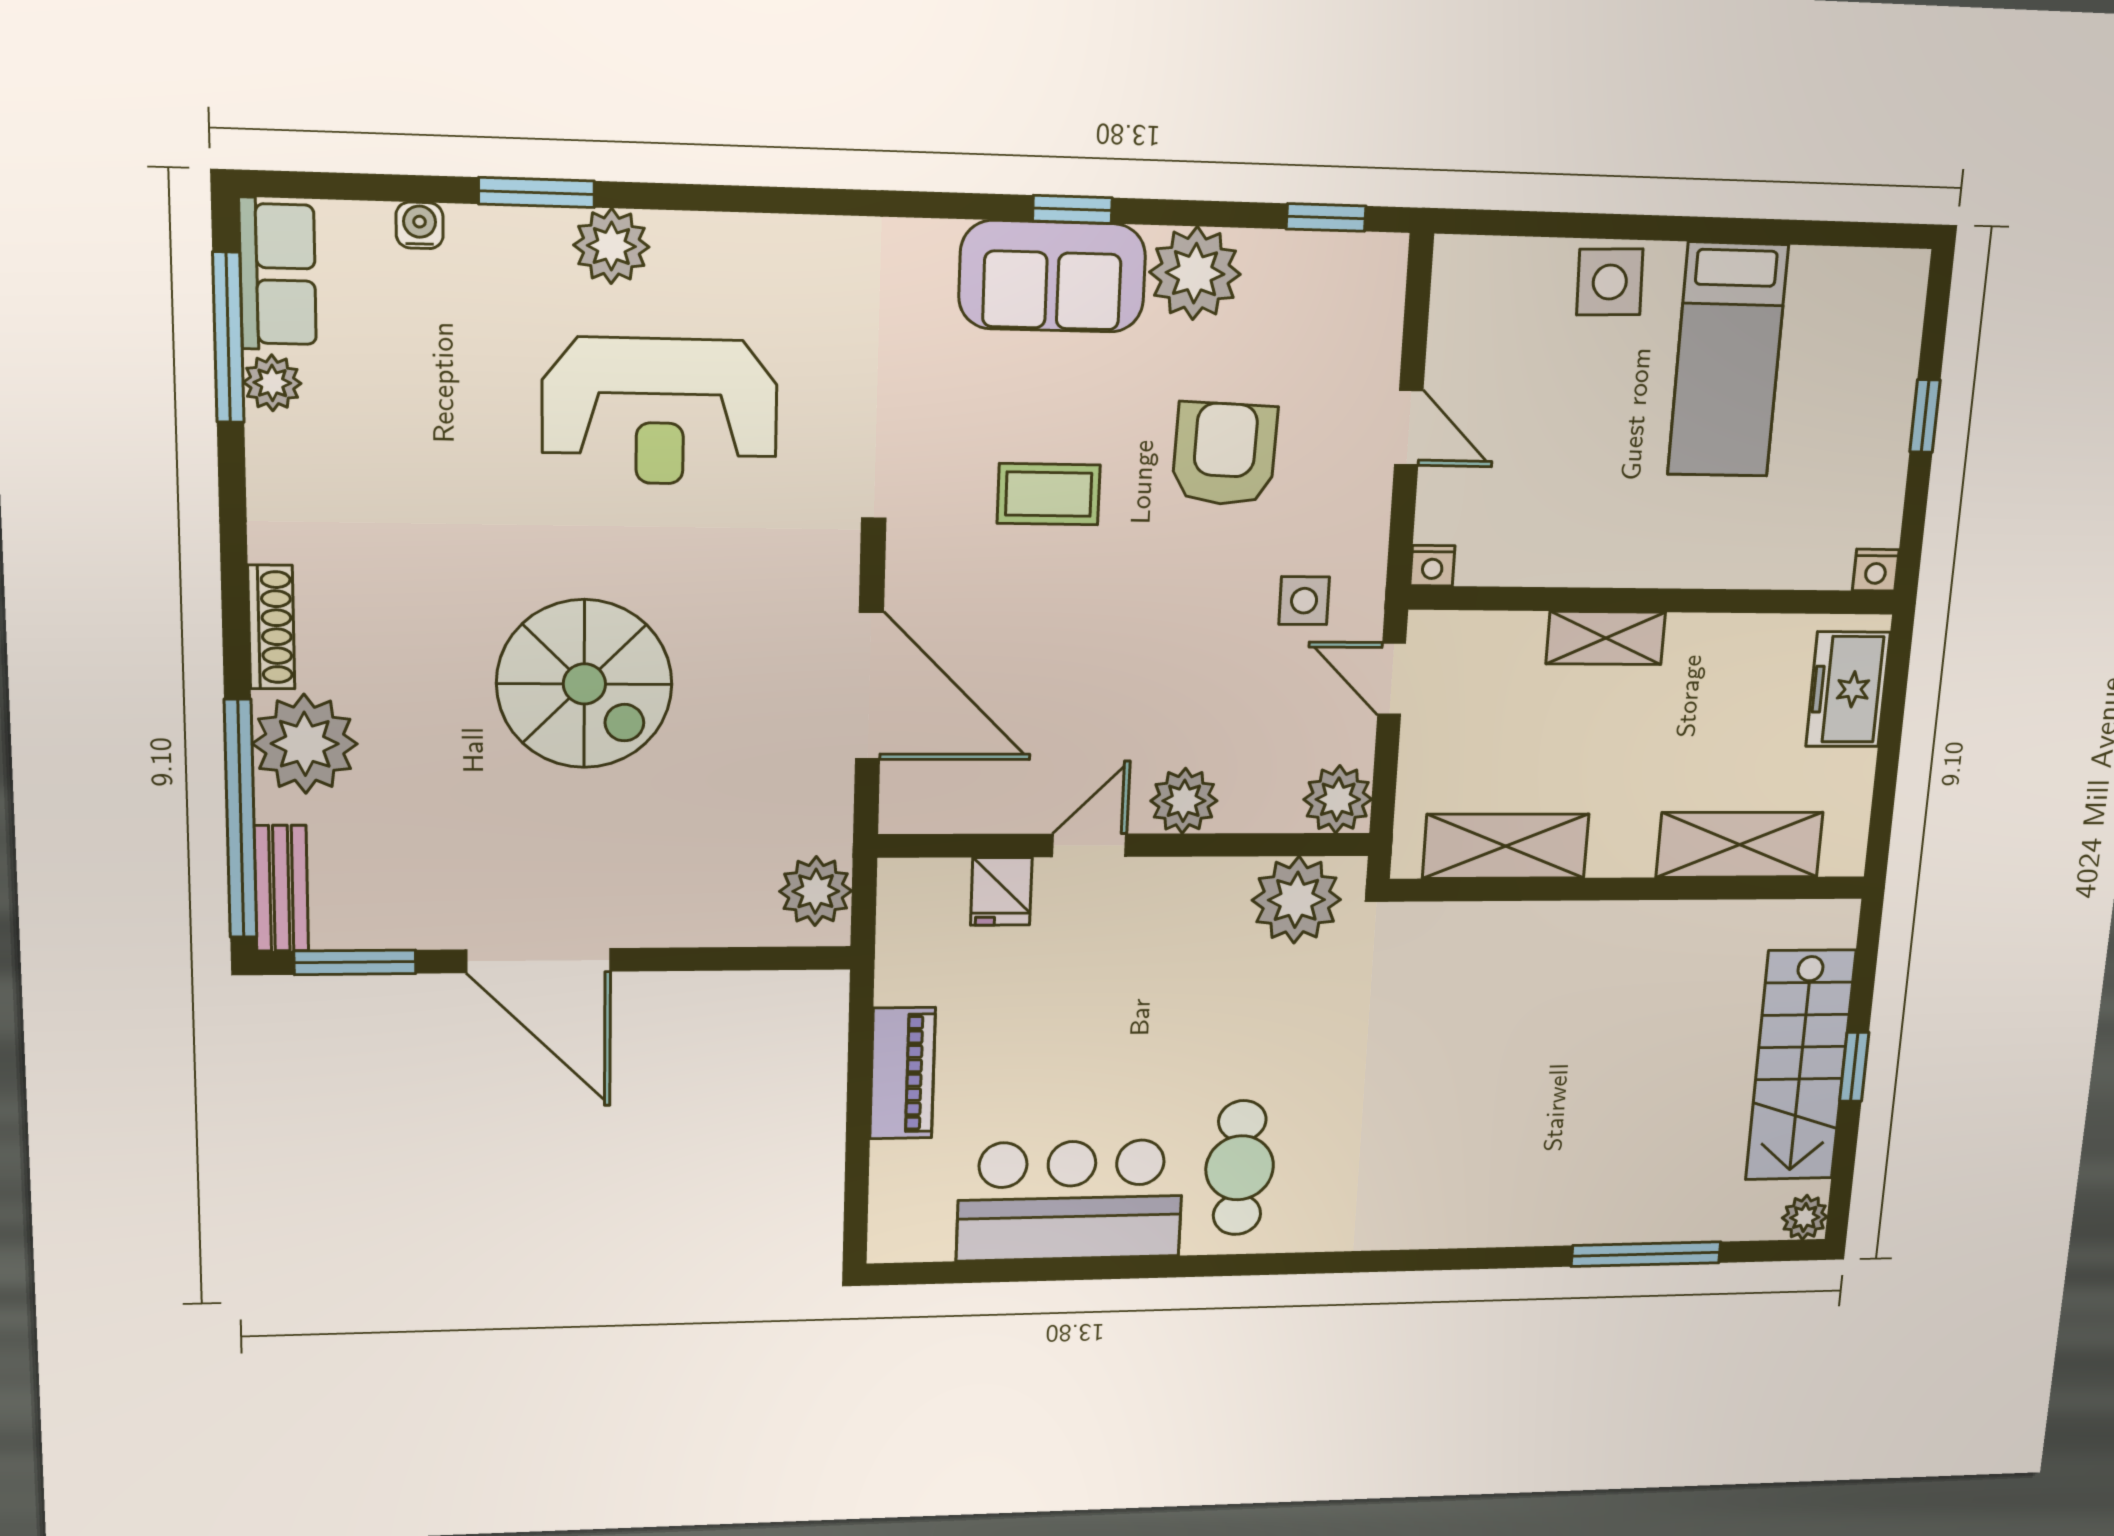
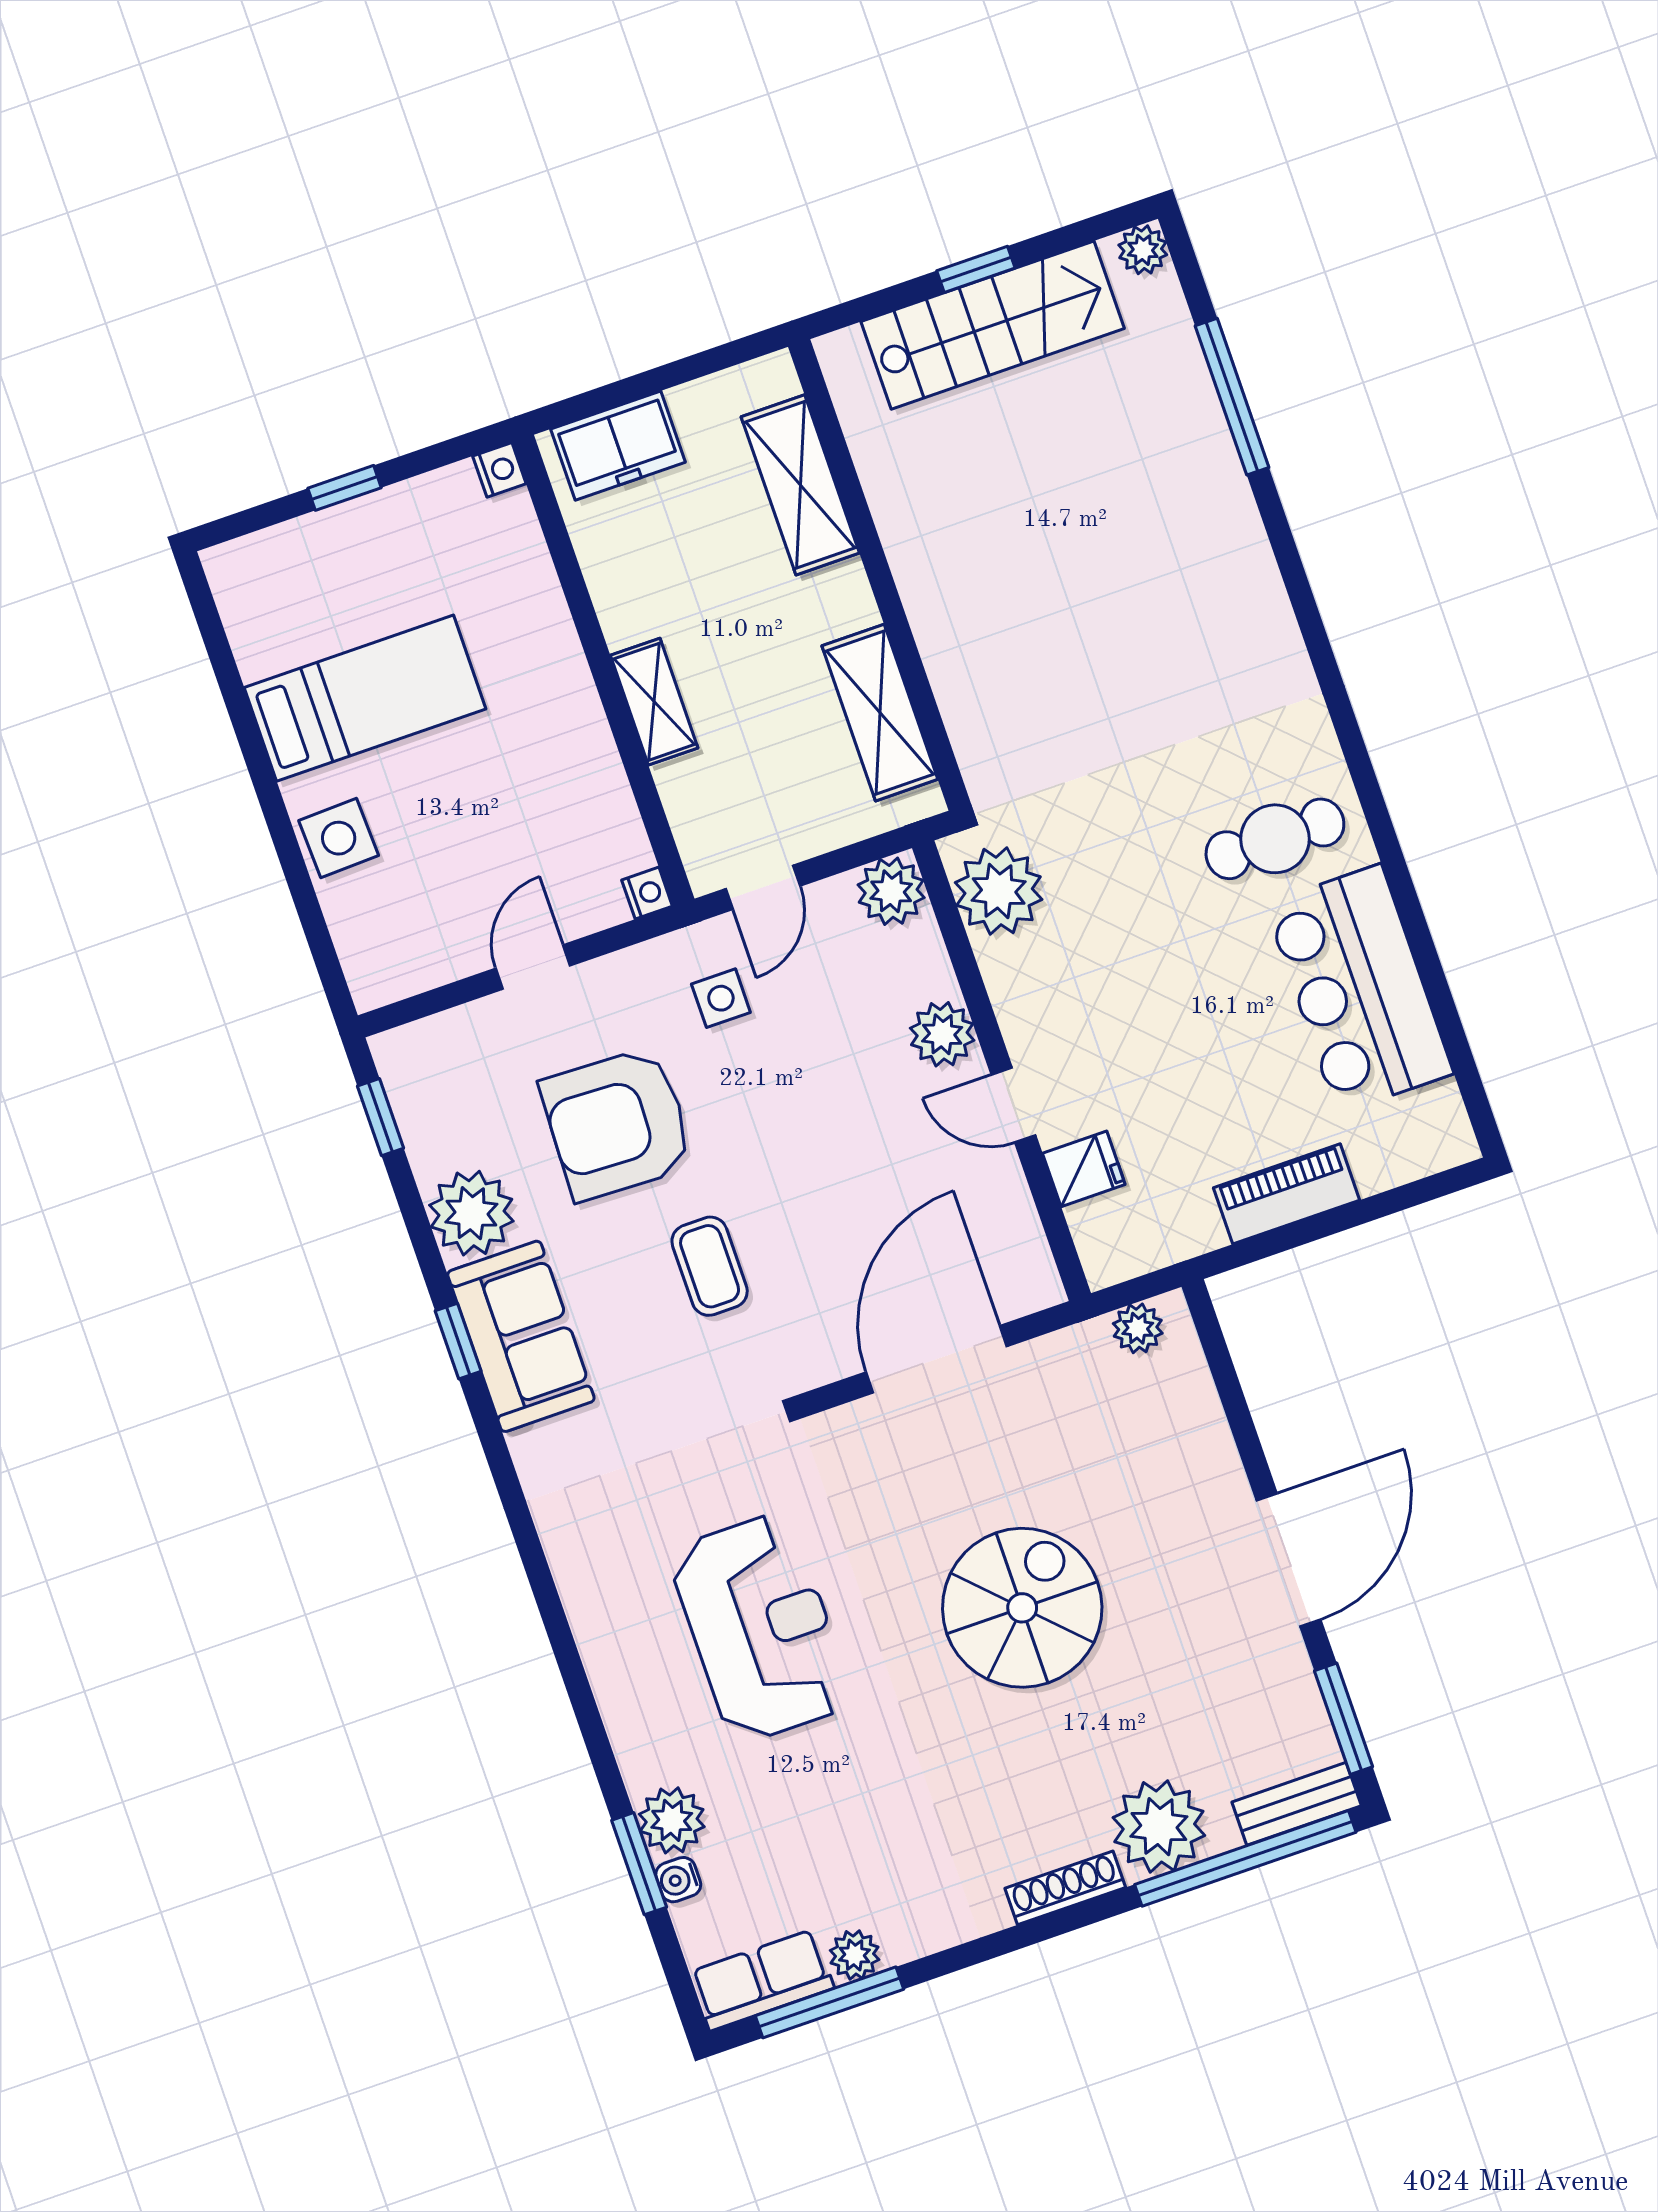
window: (537, 192) -> (639, 1864), moved
plant: (611, 246) -> (672, 1820), moved
armchair: (1225, 454) -> (617, 1124), width x1.36, depth x1.36
plant: (816, 891) -> (1138, 1328), width x0.73, depth x0.73

